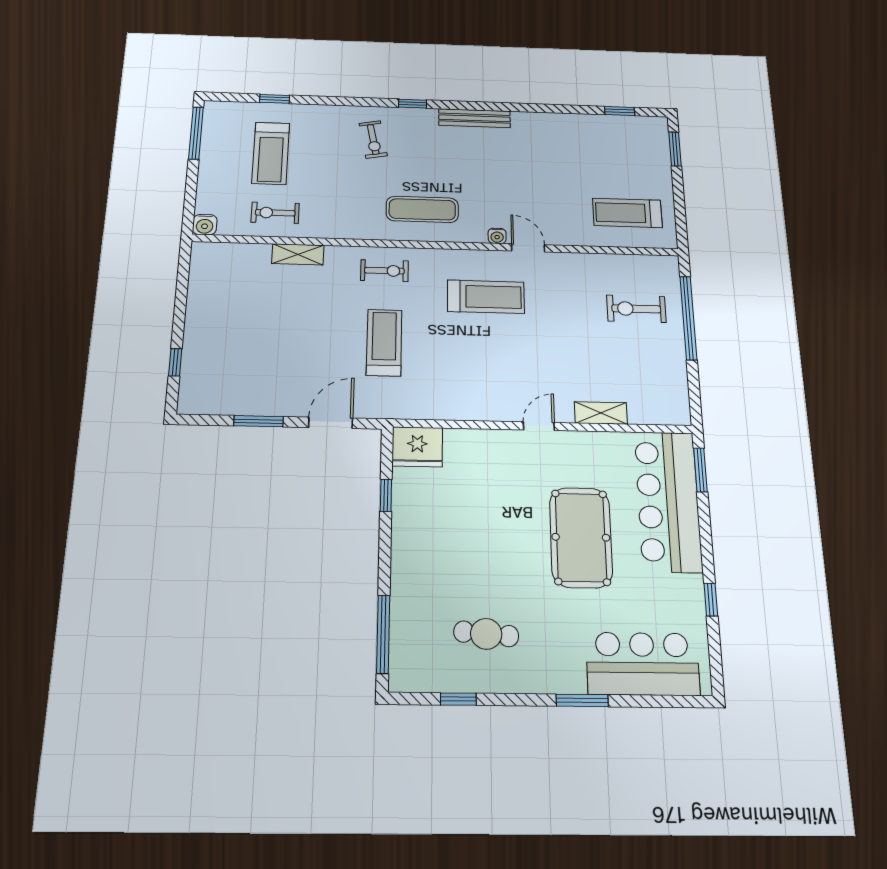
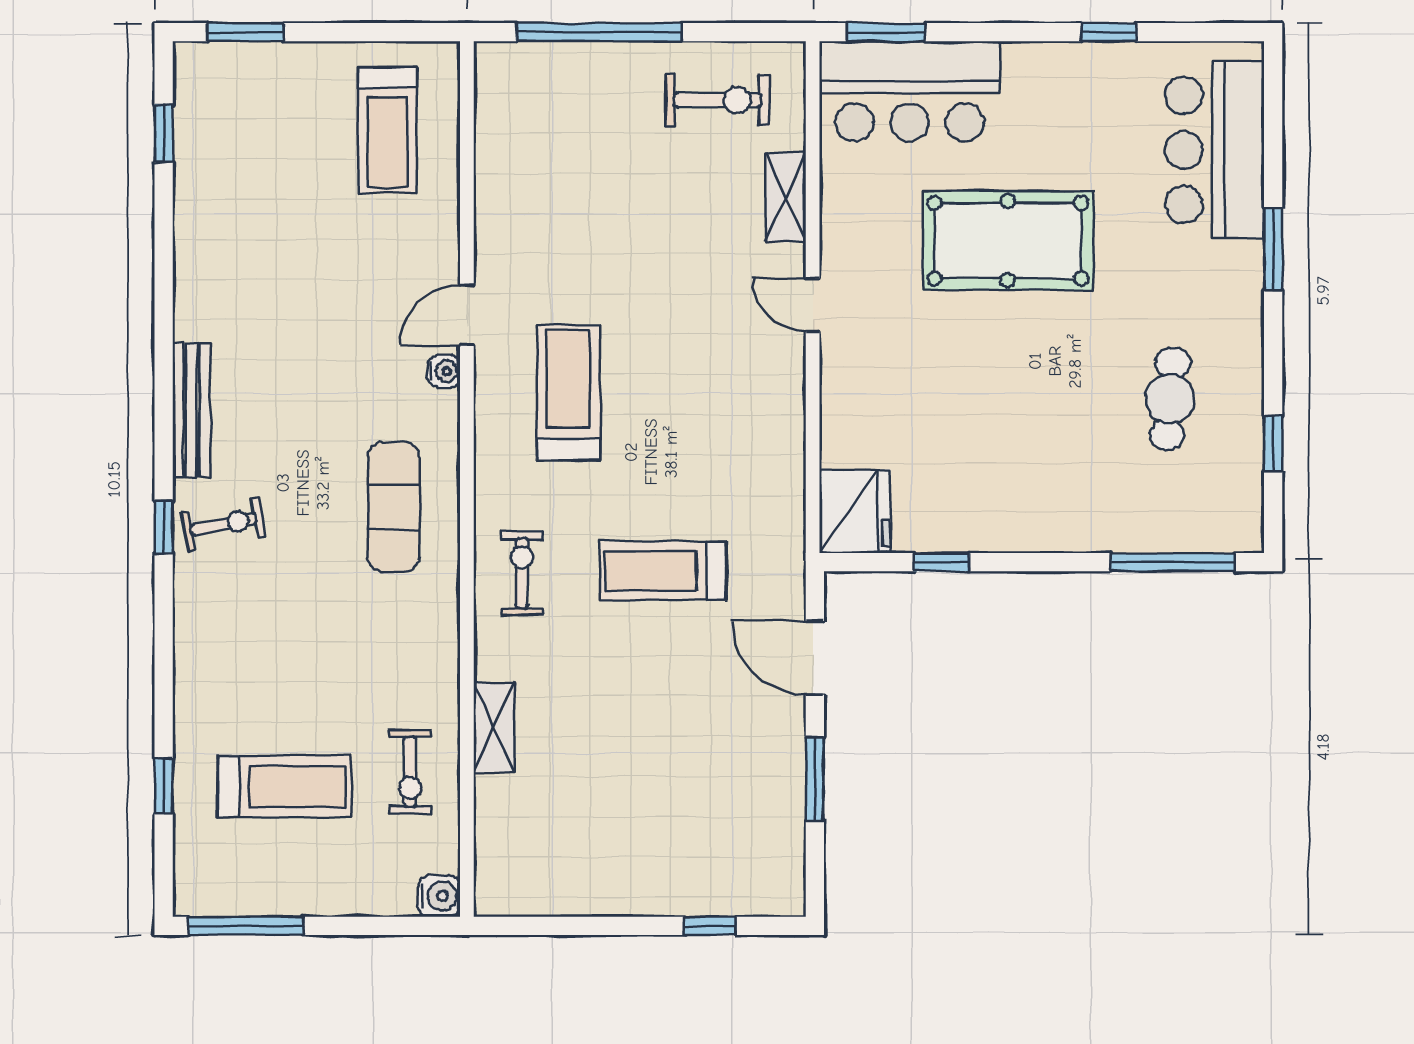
exercise bike: (373, 140) -> (224, 524), moved
exercise bike: (636, 309) -> (717, 100), moved, turned -90
bar counter: (668, 501) -> (910, 91), width x0.73

